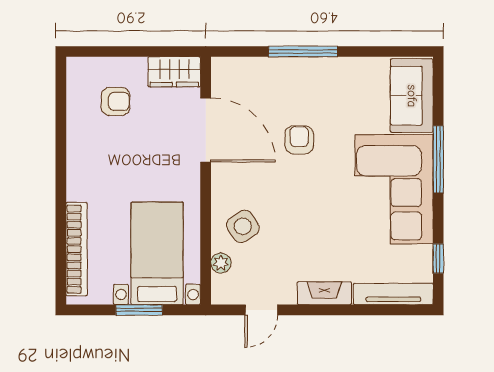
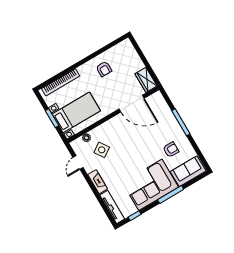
armchair: (115, 101) -> (104, 69), moved
door: (206, 130) -> (132, 104), hinge flipped
armchair: (299, 140) -> (171, 150), moved
side table: (243, 226) -> (102, 150), moved
door: (261, 310) -> (78, 162), hinge flipped

